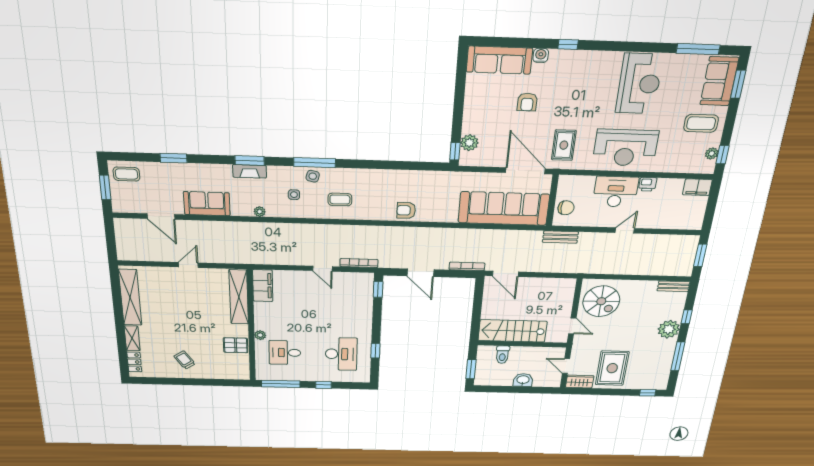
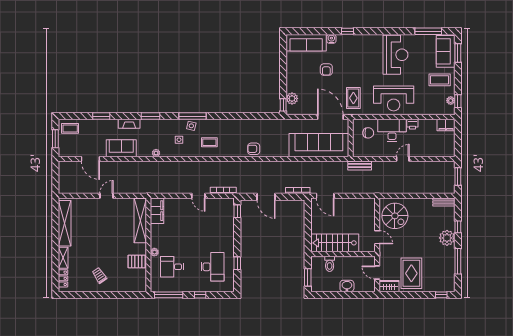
fireplace: (250, 171) -> (129, 124), moved
chair: (566, 208) -> (368, 133), moved

